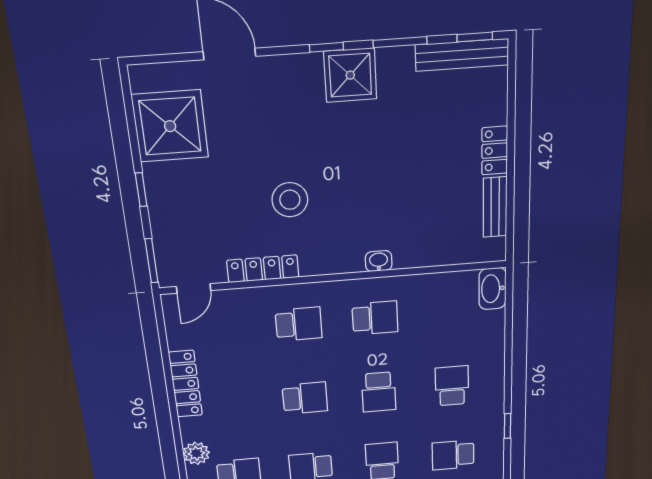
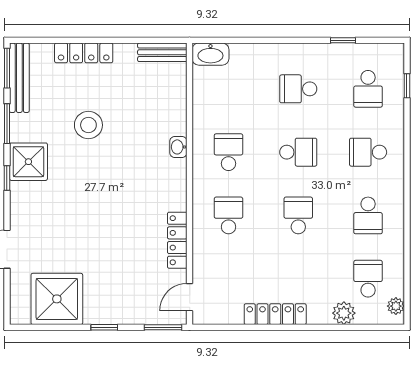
window: (475, 37) -> (7, 68), width x1.50
locker: (495, 151) -> (84, 53), width x1.53
stool: (290, 200) -> (88, 125), moved
bench: (495, 207) -> (162, 52), moved
door: (194, 289) -> (190, 297), swing flipped

